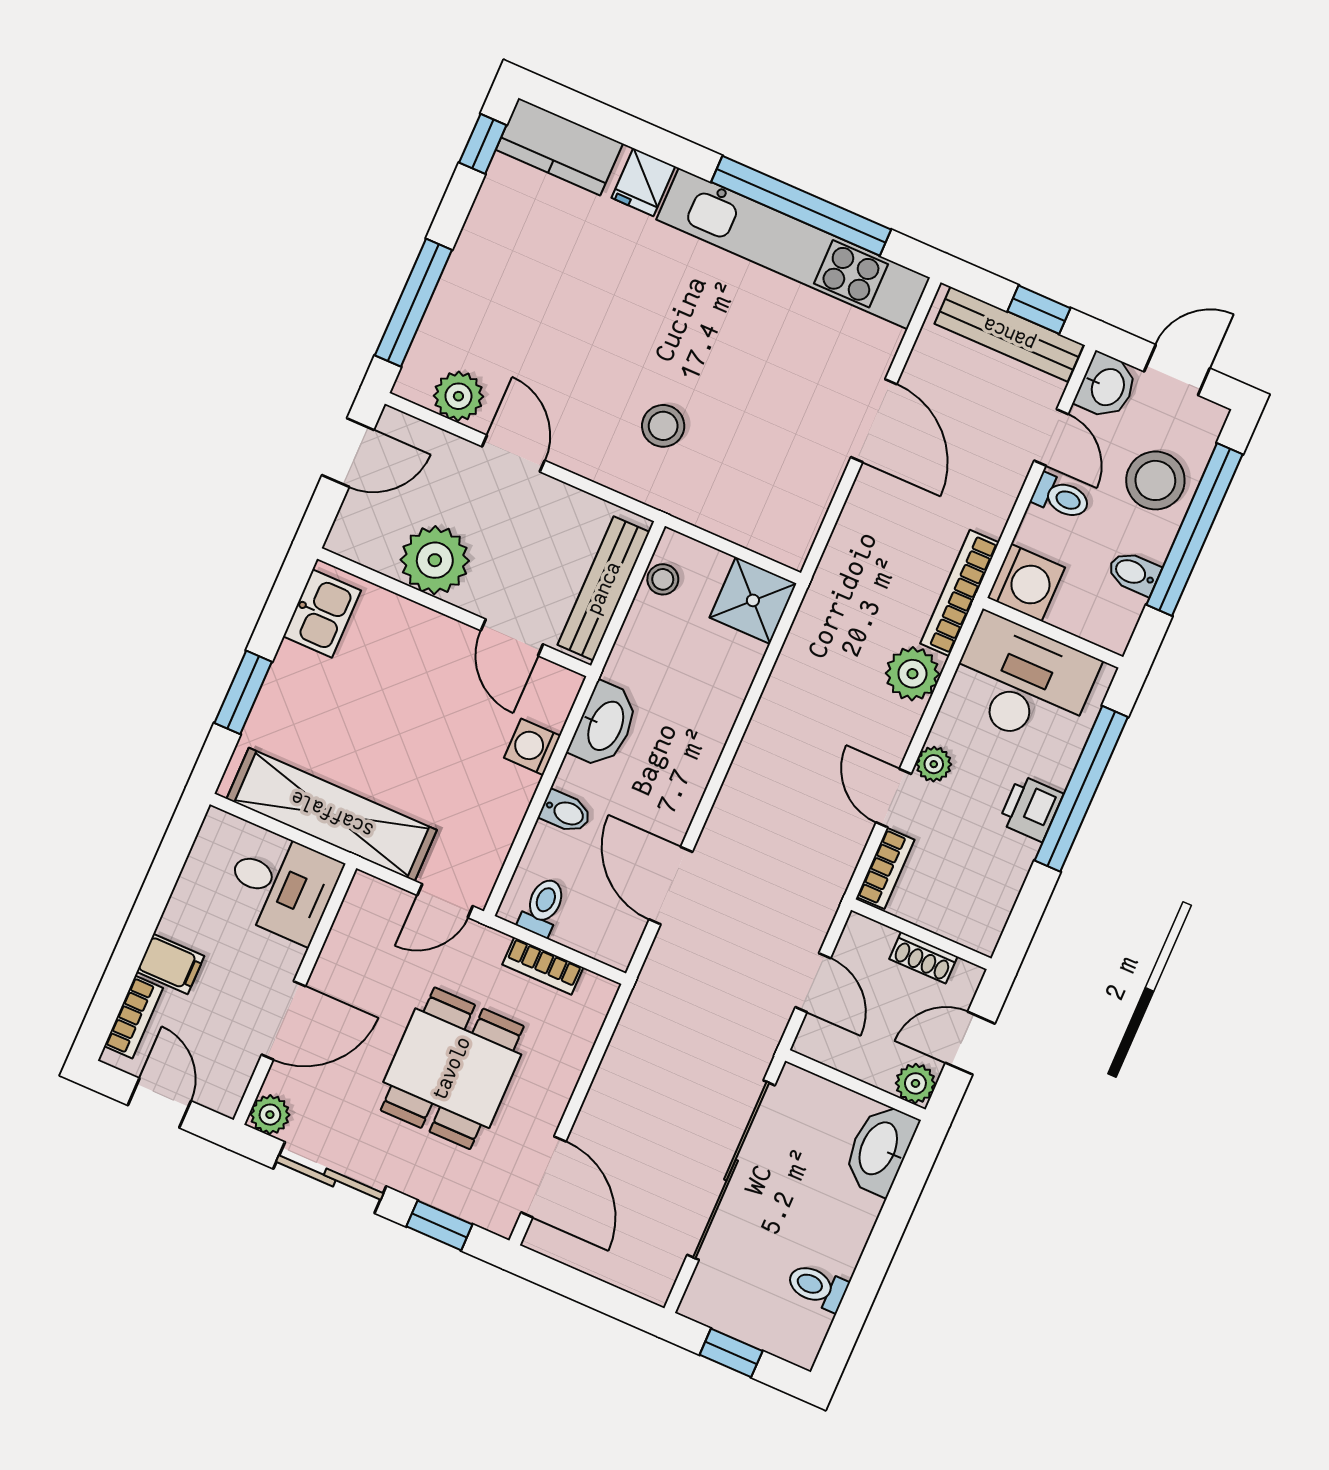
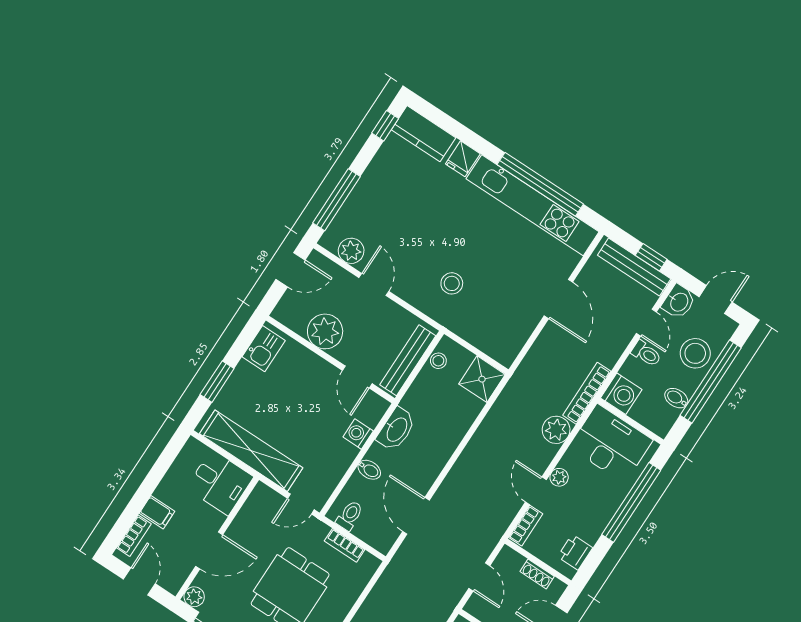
printer: (1031, 808) -> (575, 552), moved

